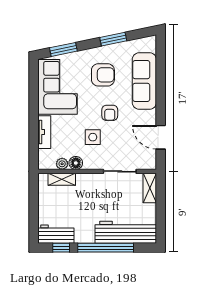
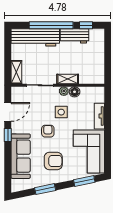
armchair: (103, 75) -> (53, 161), turned 180
window: (161, 108) -> (8, 135), added
door: (161, 137) -> (8, 112), hinge flipped
plant: (62, 164) -> (64, 91), moved
shelving: (62, 179) -> (68, 79), moved
workbench: (56, 234) -> (74, 36), moved

